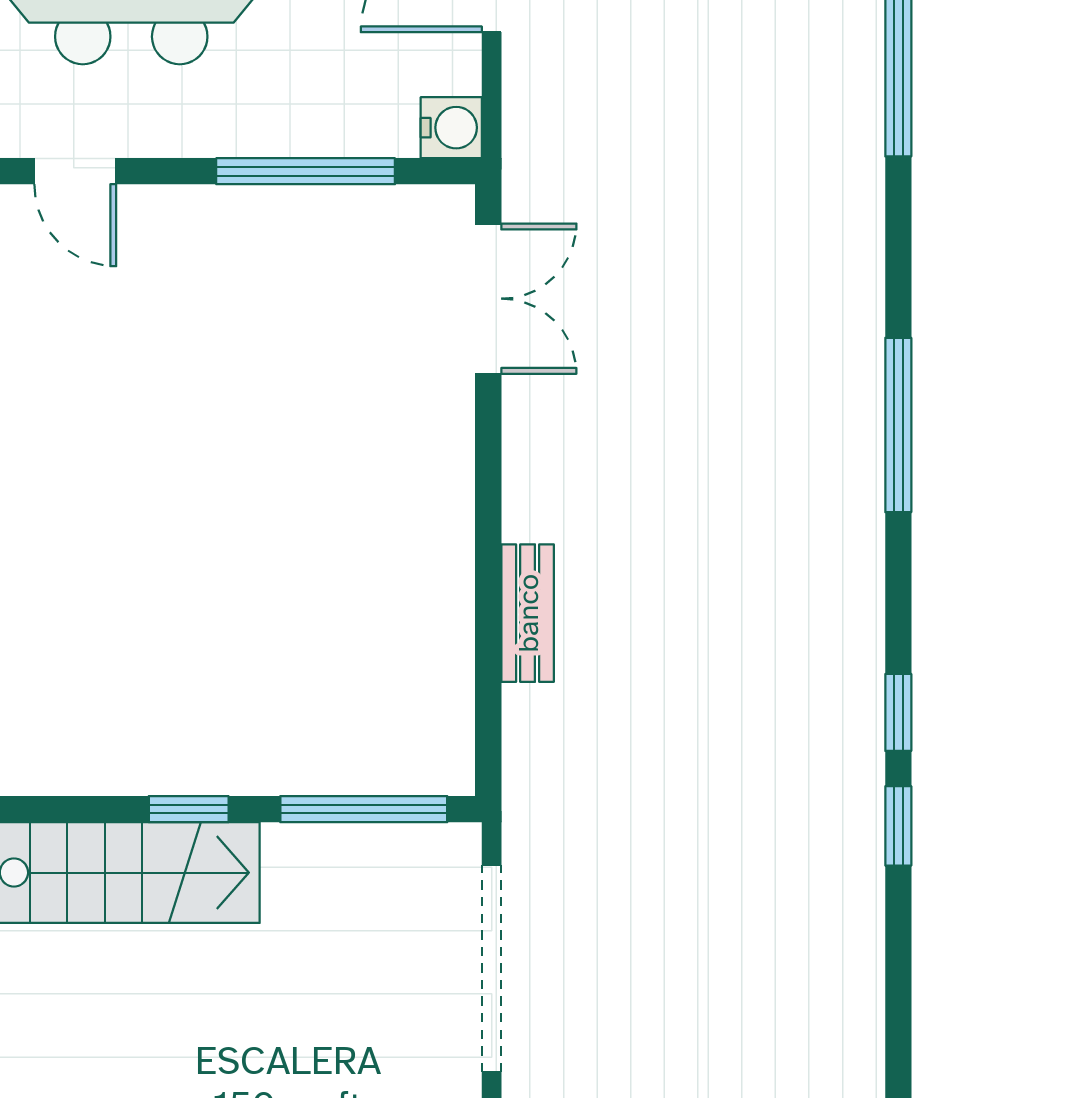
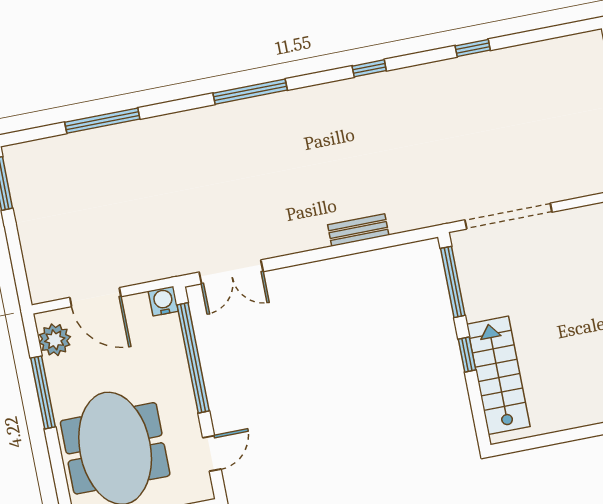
window: (306, 171) -> (193, 358), width x1.46
double door: (488, 299) -> (231, 272), swing flipped
window: (898, 826) -> (473, 48), moved

